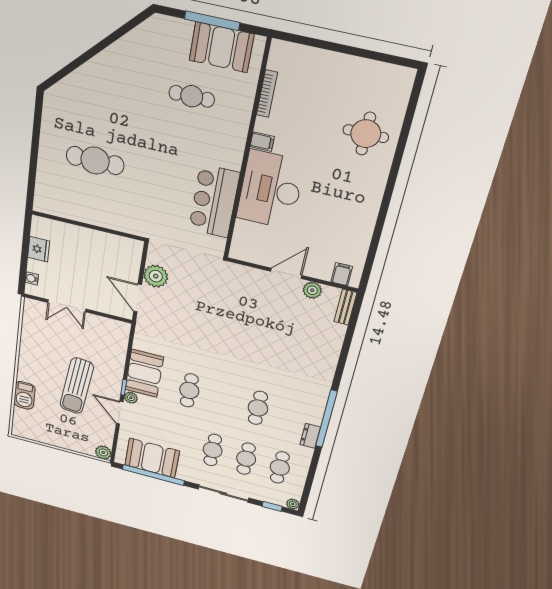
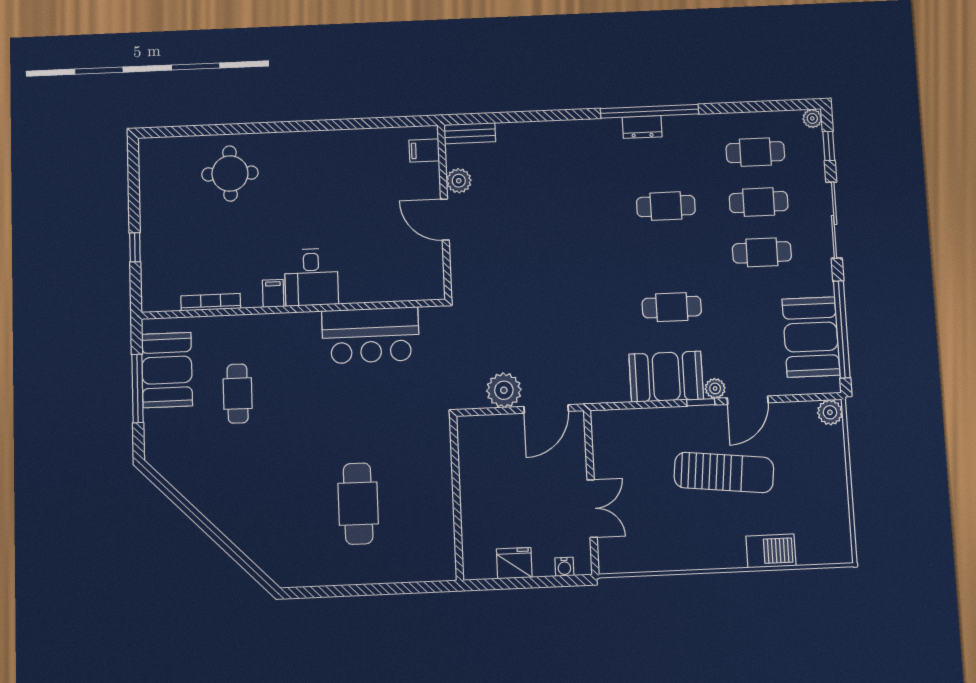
window: (327, 45) -> (135, 247), added
desk: (271, 190) -> (311, 277), width x0.53, depth x0.77
dresser: (310, 436) -> (642, 127), moved

